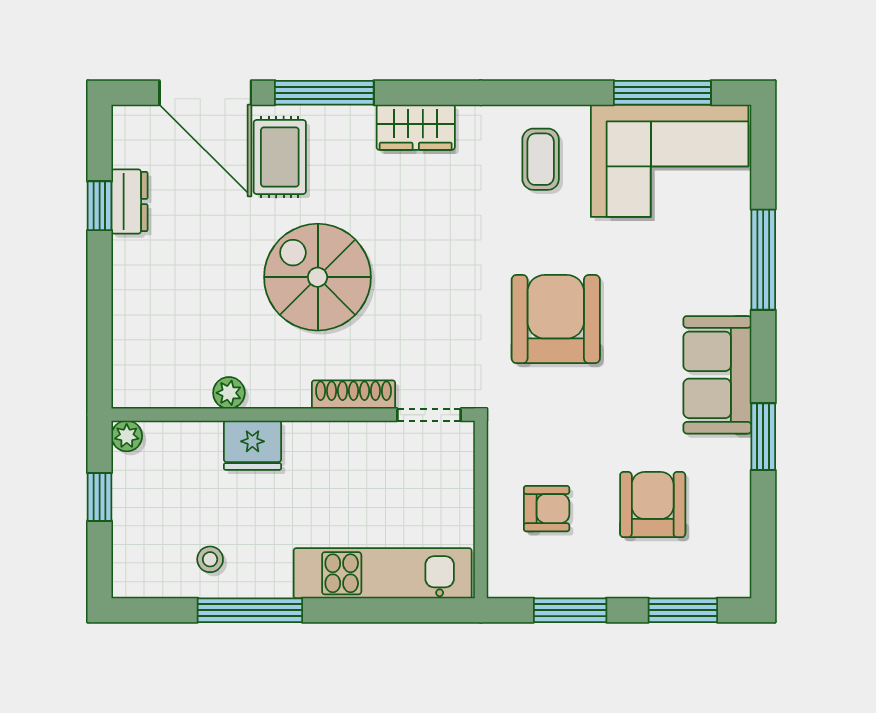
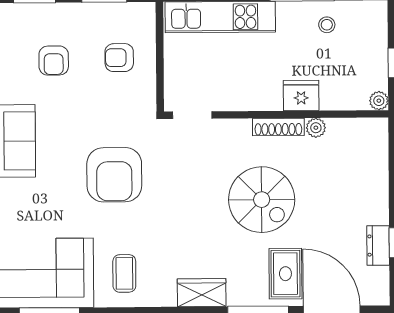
shoe rack: (354, 395) -> (278, 127), moved
armchair: (653, 505) -> (54, 61), width x0.72, depth x0.72

